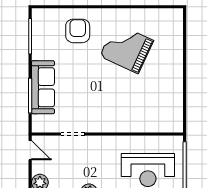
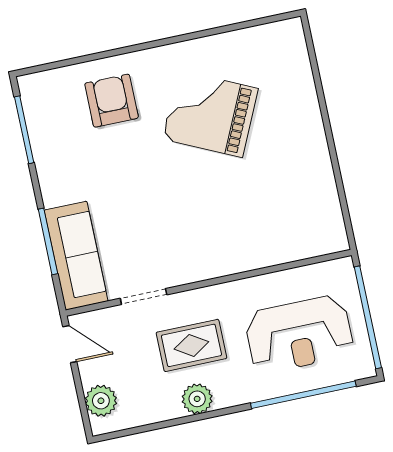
sofa: (43, 87) -> (76, 256), moved
rug: (92, 164) -> (191, 345), added

